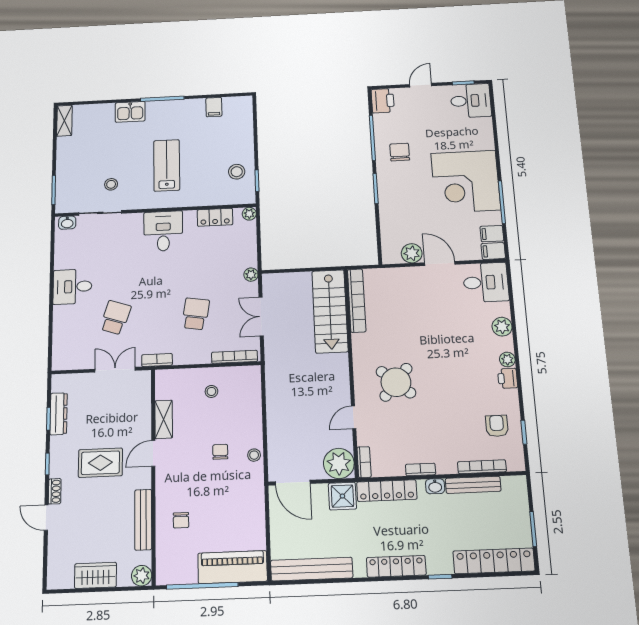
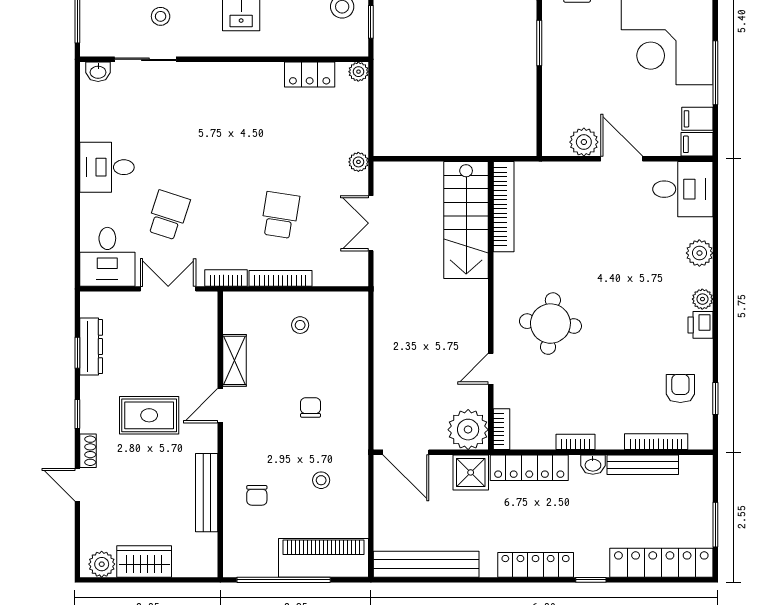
desk: (163, 231) -> (107, 257), moved, turned 180
bookcase: (234, 357) -> (280, 278), moved
round table: (396, 382) -> (550, 324), turned -34
stool: (254, 455) -> (321, 480), moved
plant: (142, 576) -> (102, 564), moved

